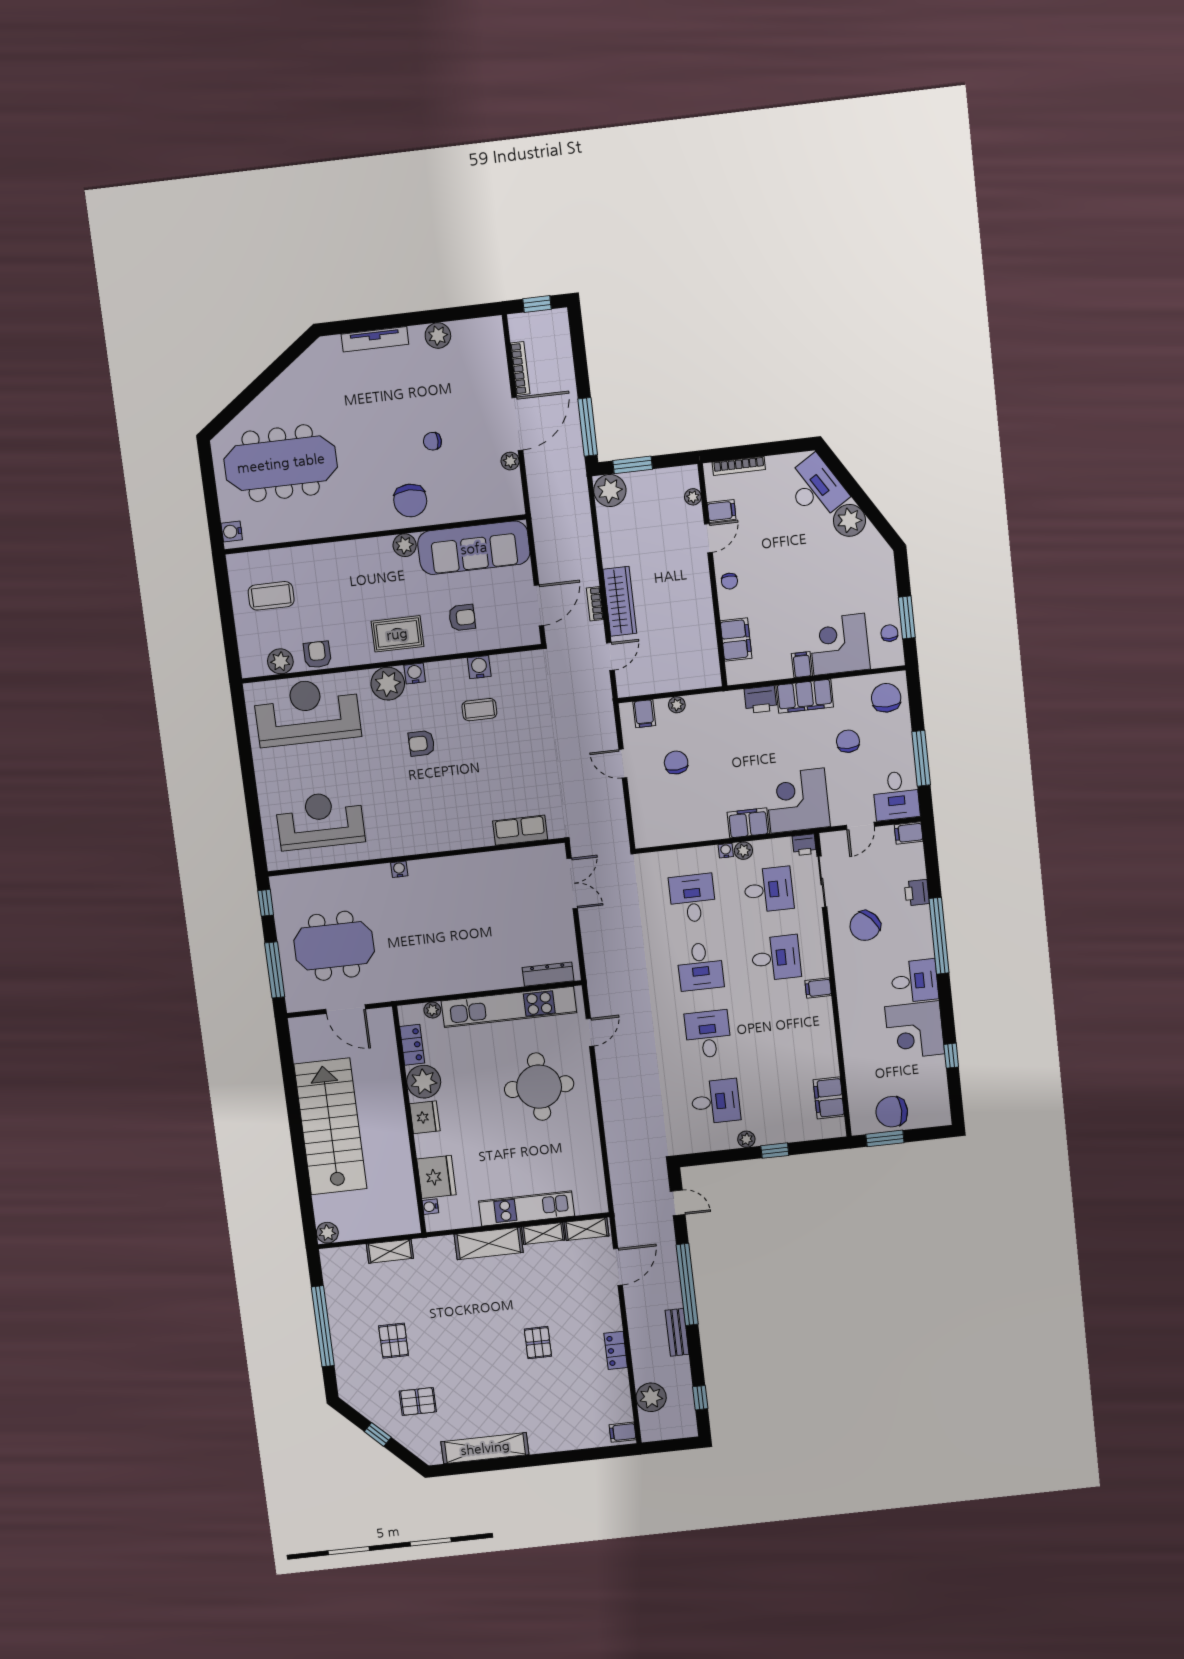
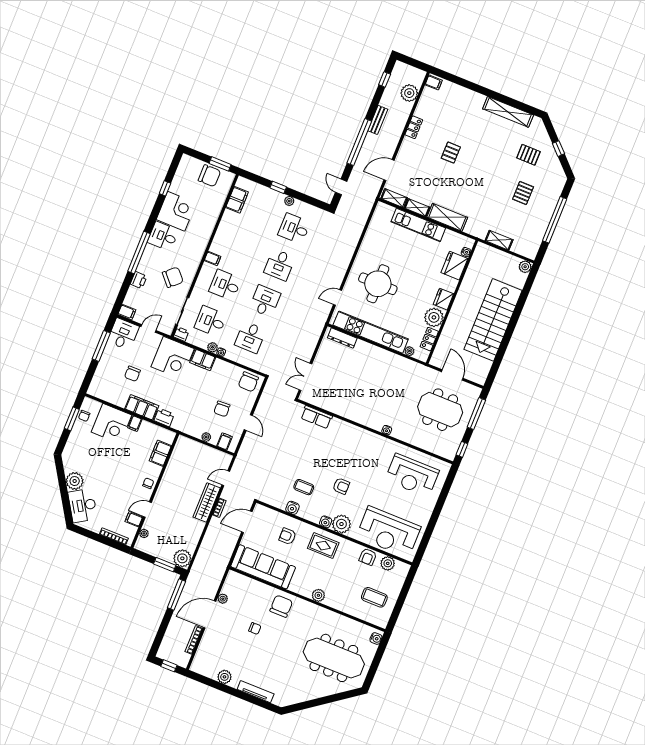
plant: (405, 545) -> (318, 595), moved
chair: (886, 698) -> (248, 382), moved

